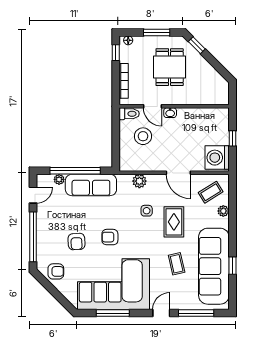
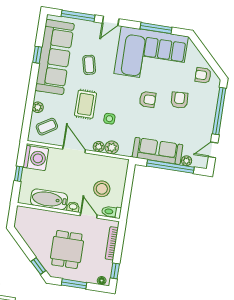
bathtub: (196, 117) -> (49, 199), added
plant: (153, 180) -> (99, 147), added

